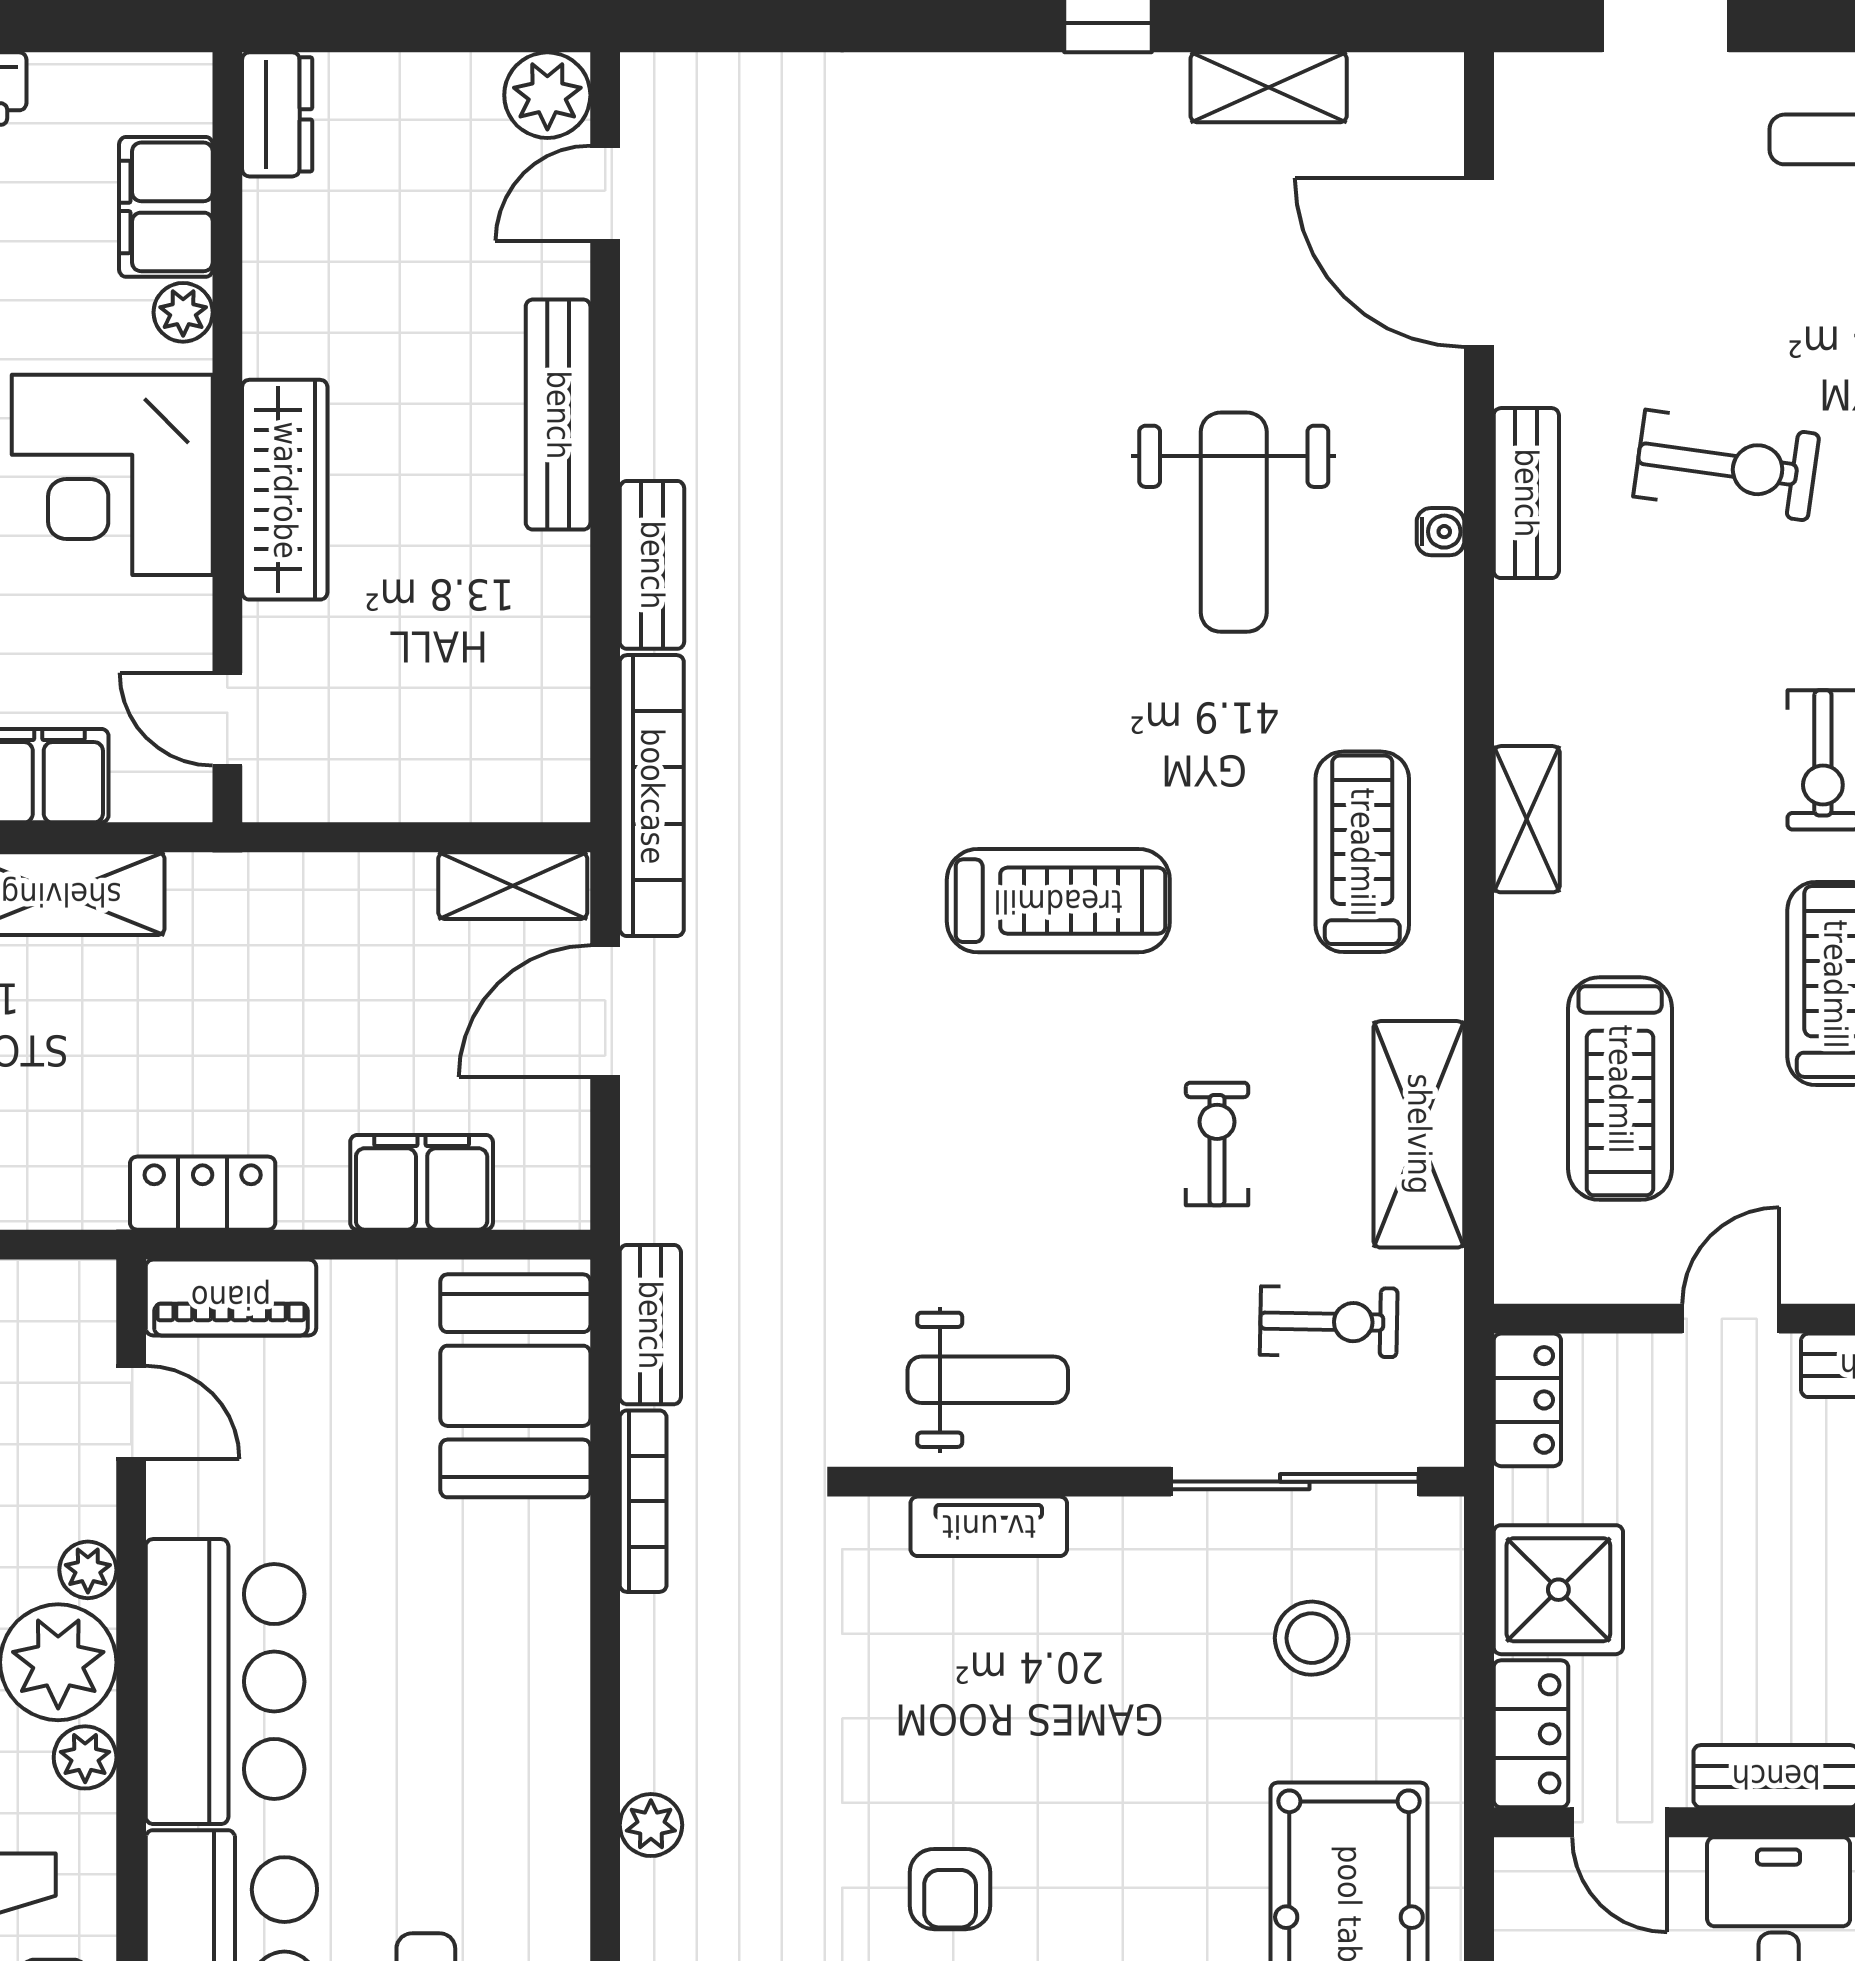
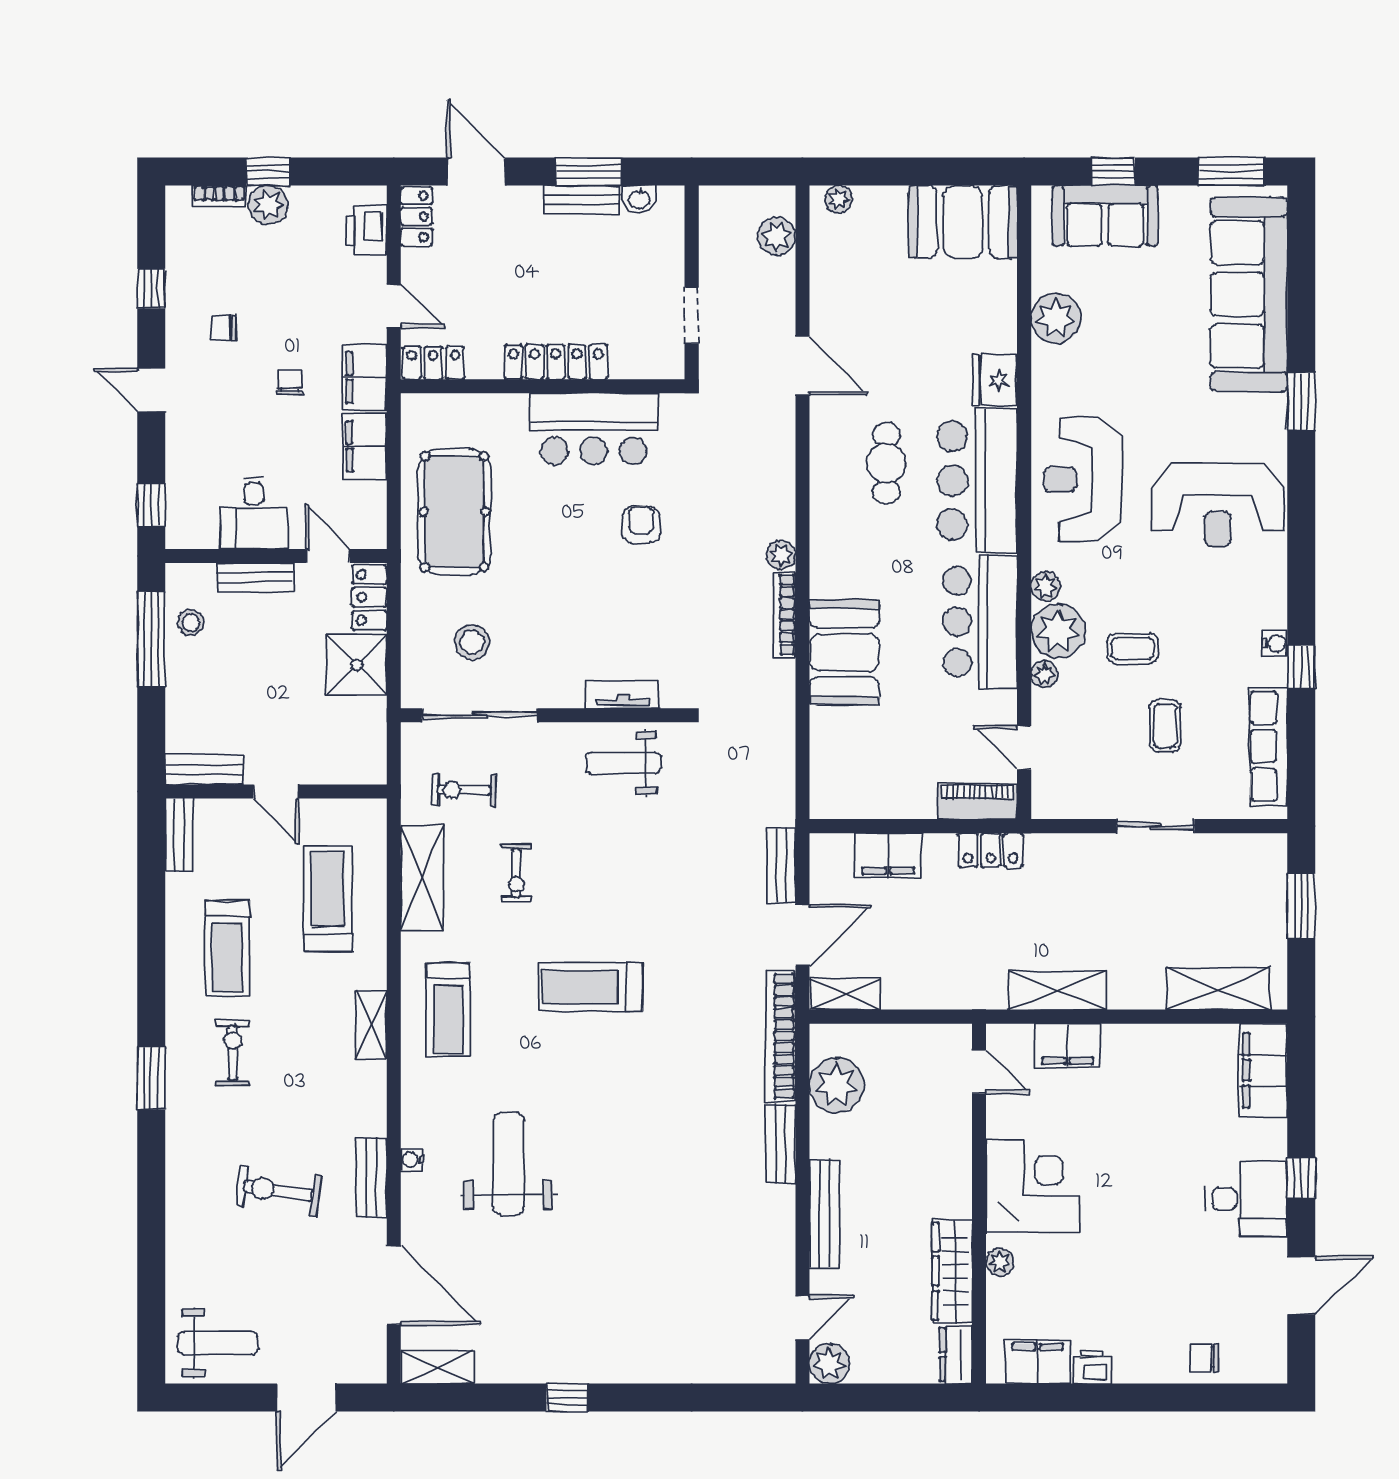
shelving: (1269, 87) -> (437, 1367), moved
filing cabinet: (166, 207) -> (1038, 1362), moved, turned -90
wardrobe: (285, 490) -> (952, 1271), moved
plant: (532, 691) -> (837, 1085), added
door: (1731, 1319) -> (276, 792), hinge flipped
bench: (650, 1325) -> (781, 866), moved
booth: (515, 1386) -> (844, 652), moved
locker: (1527, 1400) -> (371, 754), removed
bookcase: (643, 1501) -> (785, 615), moved

